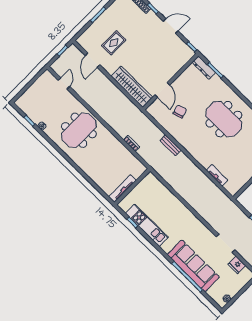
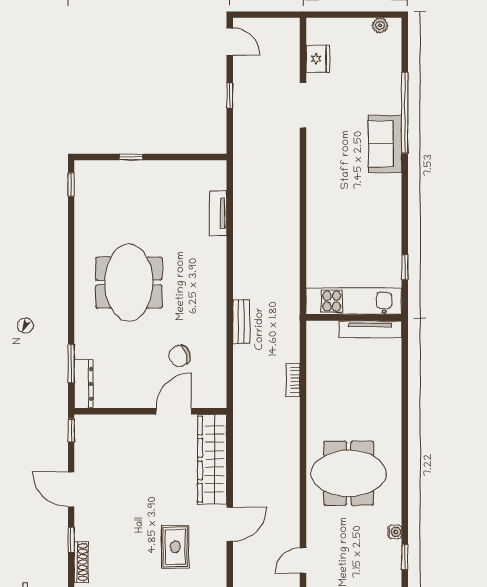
rug: (114, 43) -> (175, 547), turned 90
door: (92, 60) -> (230, 524), moved
kitchen unit: (147, 225) -> (354, 301), moved, turned 90
sofa: (193, 266) -> (385, 144), width x0.54, depth x0.79

